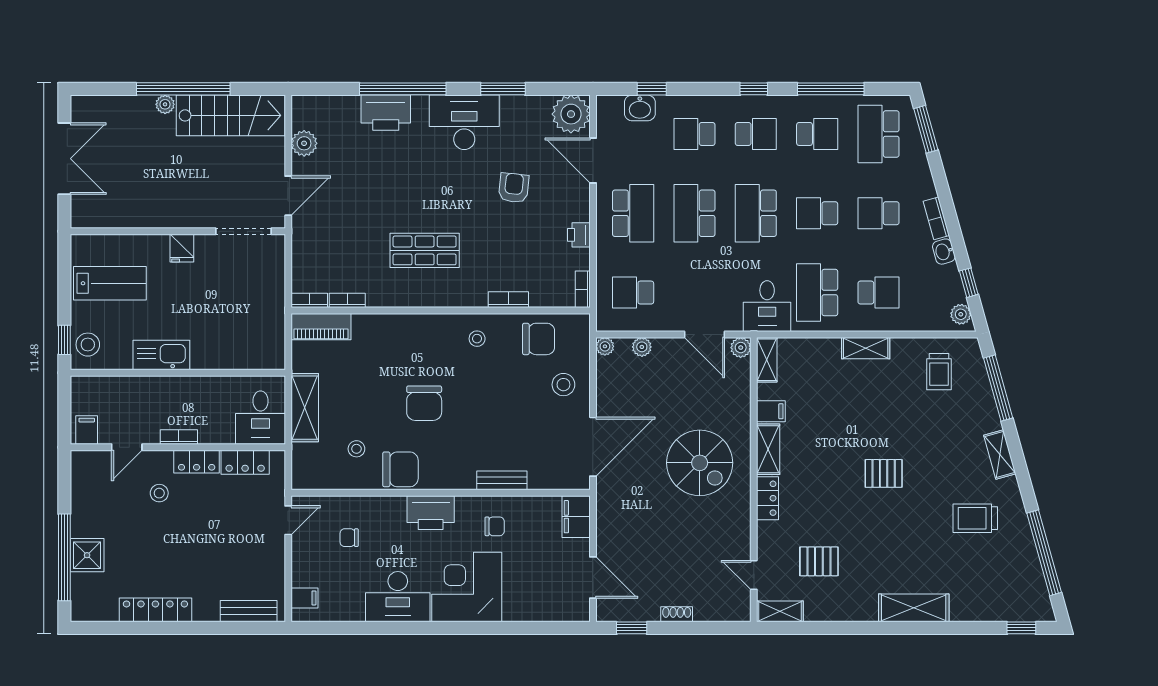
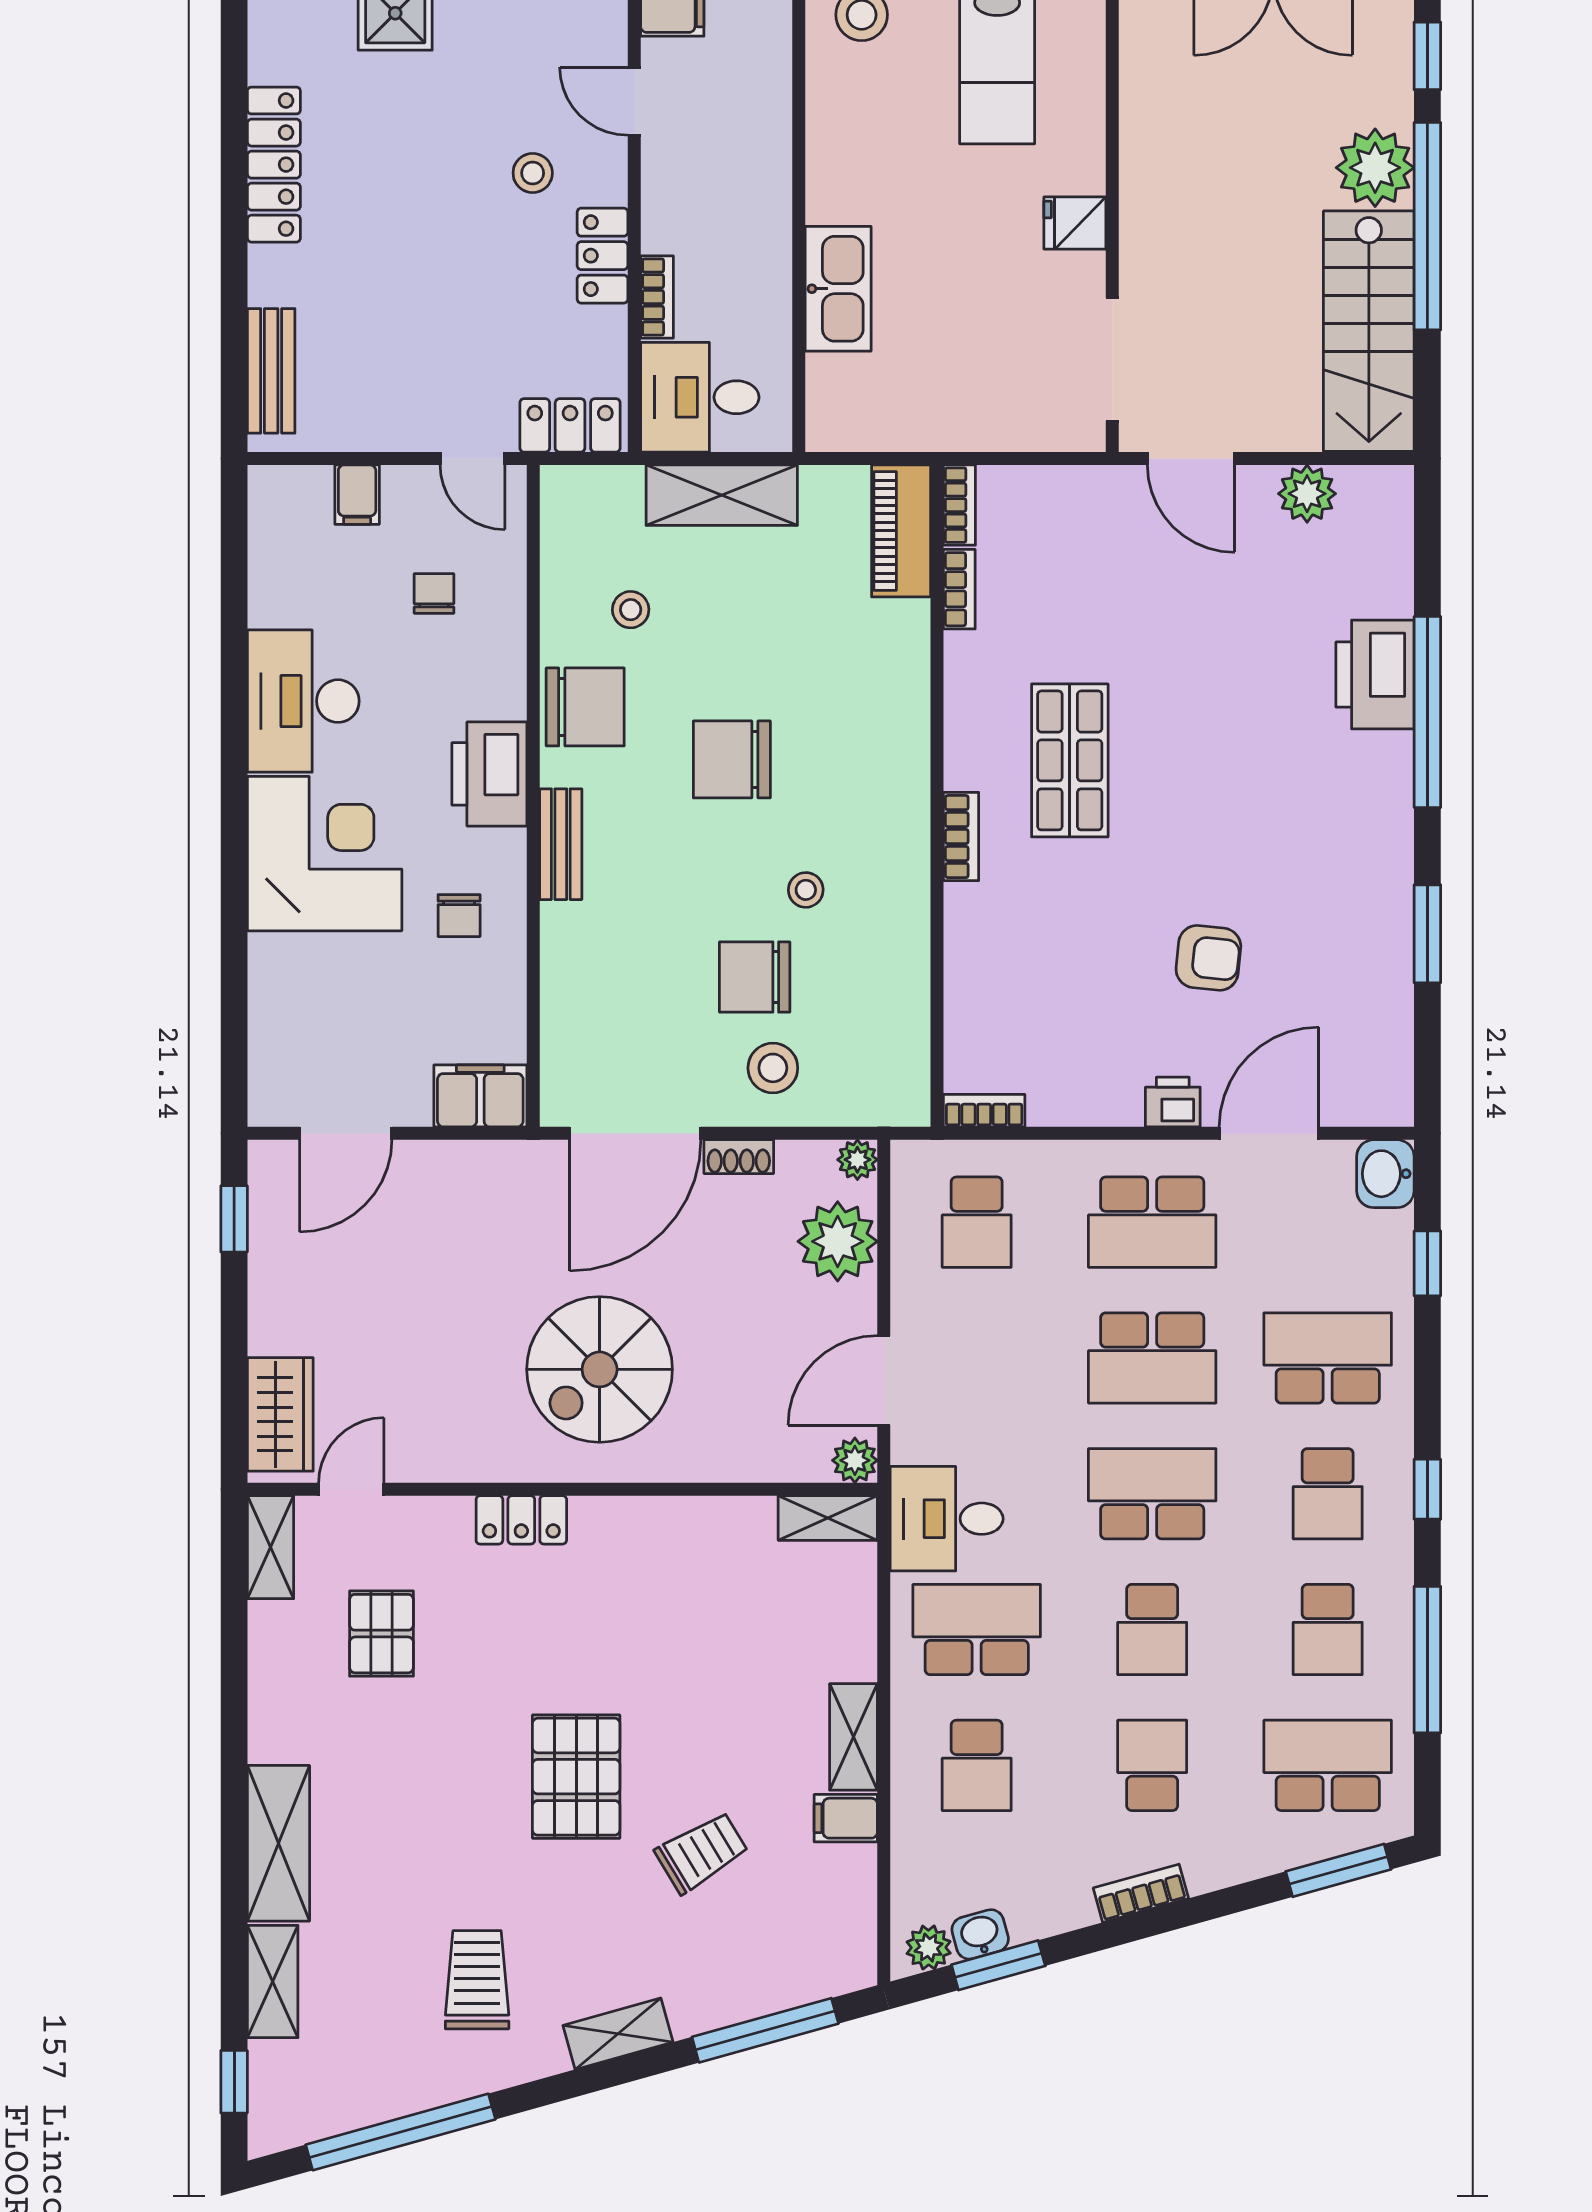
window: (106, 89) -> (1427, 56), added
plant: (165, 104) -> (1375, 168), width x1.88, depth x1.88
washbasin: (640, 108) -> (1385, 1174), moved
plant: (571, 114) -> (1372, 1085), removed
desk: (464, 122) -> (1354, 848), removed
school desk: (694, 134) -> (1328, 1358), width x1.85
school desk: (694, 213) -> (1152, 1358), turned 180
school desk: (817, 213) -> (1152, 1630), turned 180
printer: (579, 235) -> (1173, 1102), moved
washbasin: (944, 252) -> (980, 1934), moved
window: (969, 283) -> (998, 1965), width x1.50
school desk: (633, 293) -> (977, 1222), turned 180
bookcase: (508, 300) -> (961, 837), moved
stool: (477, 339) -> (806, 890), moved
chair: (539, 339) -> (755, 977), moved, turned 90
plant: (642, 347) -> (838, 1241), width x1.88, depth x1.88
kitchen sink: (161, 355) -> (838, 289), moved
trolley: (939, 372) -> (702, 1852), moved, turned 149
filing cabinet: (771, 411) -> (846, 1818), moved, turned 90
bookcase: (179, 437) -> (657, 297), moved
door: (593, 447) -> (635, 1133), hinge flipped
shelving: (768, 449) -> (273, 1981), moved, turned 90
locker: (245, 462) -> (570, 425), moved, turned 90
chair: (400, 469) -> (585, 707), turned -90
pallet: (884, 473) -> (576, 1777), width x1.50, depth x1.42
bench: (502, 480) -> (561, 844), moved
filing cabinet: (305, 598) -> (357, 495), moved
wardrobe: (720, 607) -> (280, 1414), added
shoe rack: (677, 614) -> (739, 1157), moved, turned 90

